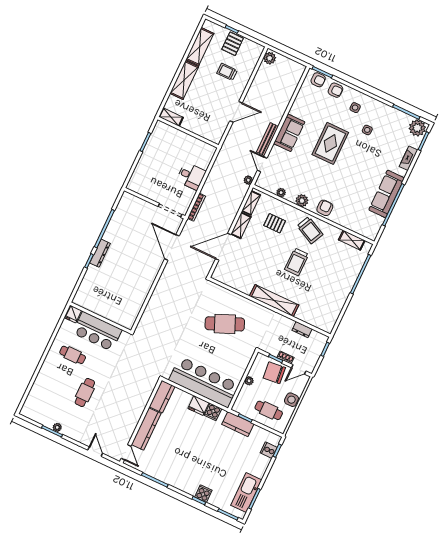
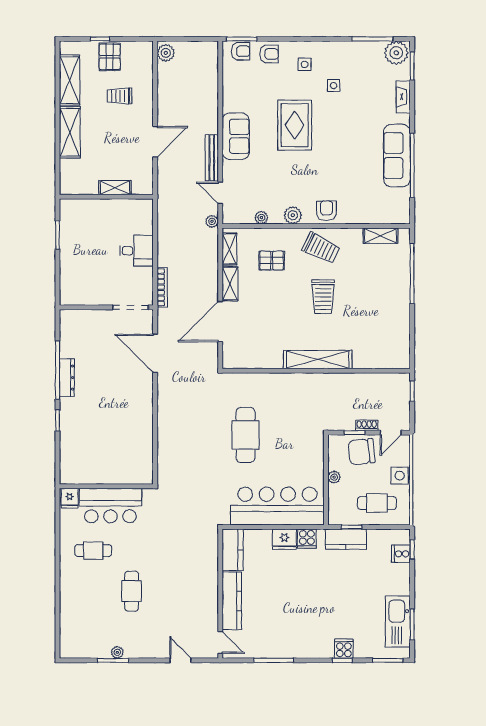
shelving: (171, 117) -> (115, 188), moved
dresser: (100, 253) -> (67, 378), moved
cafe table: (225, 324) -> (246, 435), moved, turned -67
dresser: (302, 330) -> (371, 380), removed

